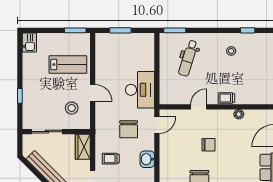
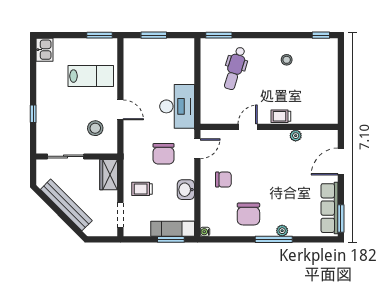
window: (248, 30) -> (321, 35), moved
chair: (209, 145) -> (223, 180), moved

